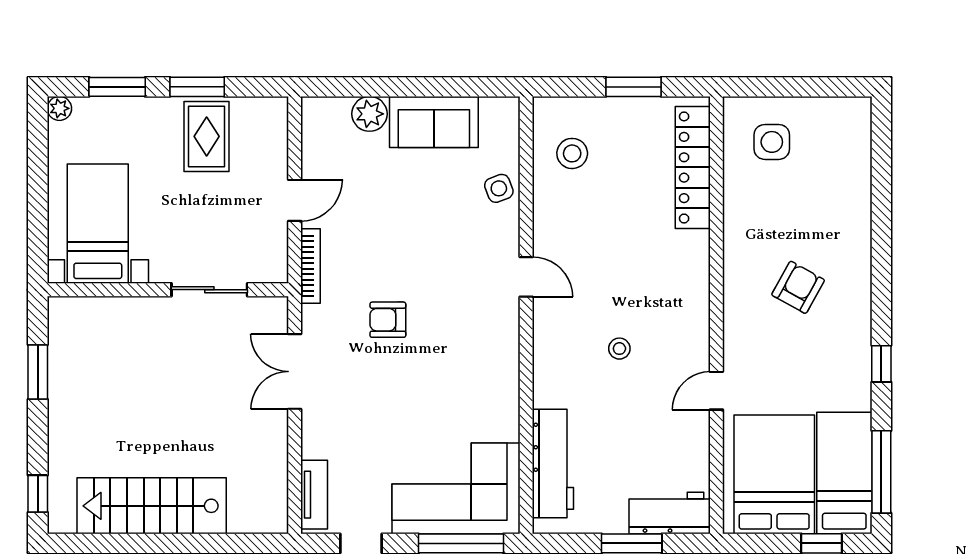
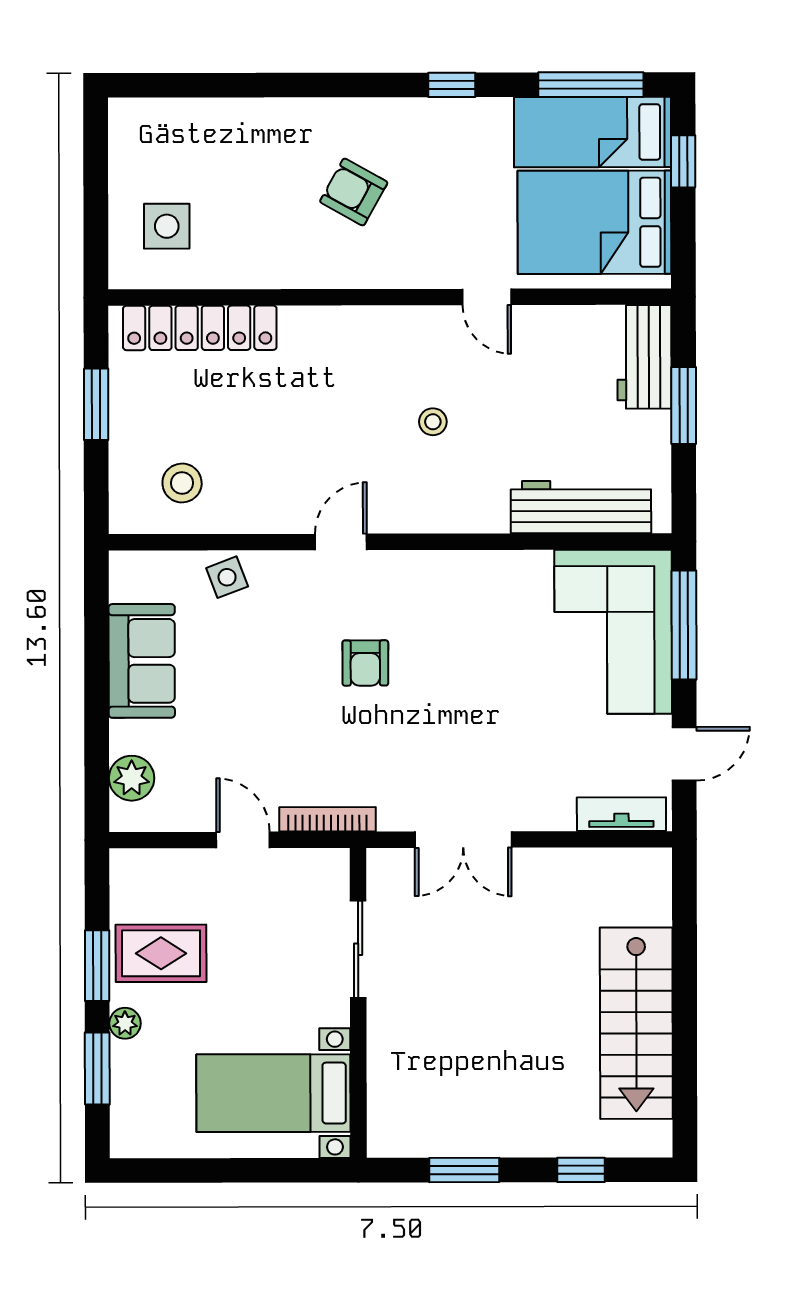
plant: (59, 108) -> (125, 1023), moved
plant: (370, 114) -> (132, 778), moved
armchair: (388, 320) -> (365, 663), moved
window: (38, 494) -> (581, 1170), moved

